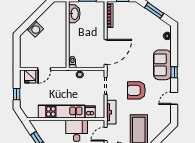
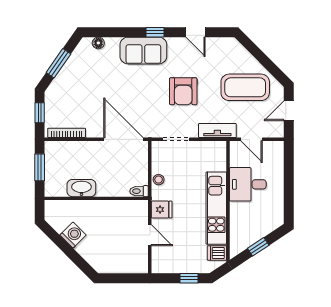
washbasin: (74, 14) -> (81, 188), moved
washing machine: (35, 29) -> (73, 235), moved
fridge: (30, 77) -> (162, 210), moved
dishwasher: (90, 112) -> (217, 253), moved

